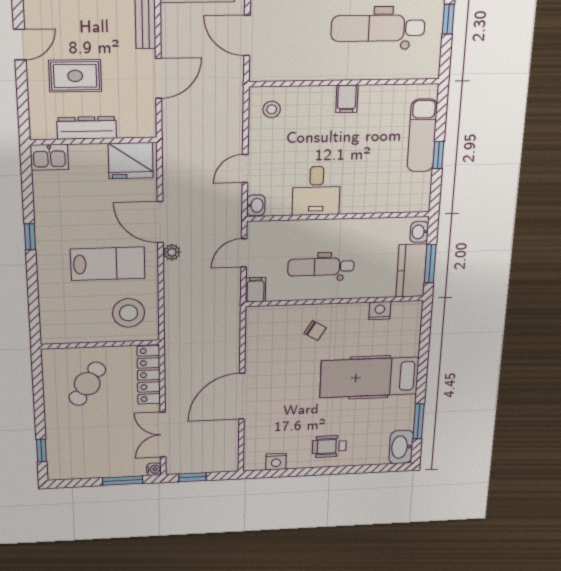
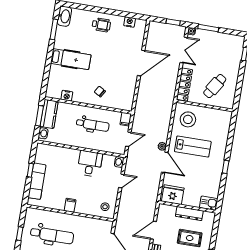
lab bench: (108, 264) -> (193, 147), turned 180
hospital bed: (369, 377) -> (71, 59), width x0.73, depth x0.78

